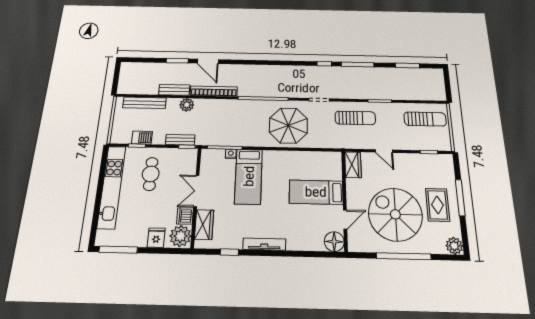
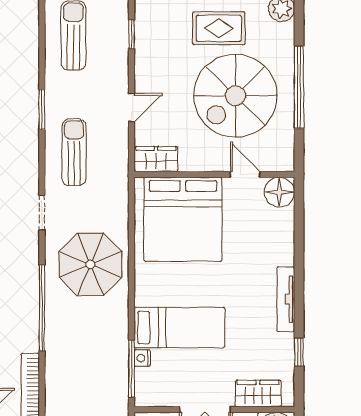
bed: (316, 192) -> (183, 219), width x2.04

